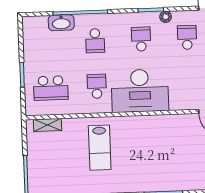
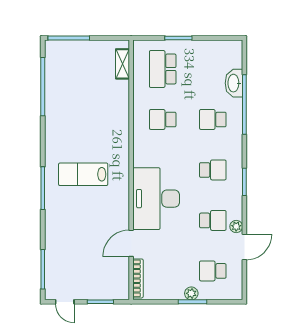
plant: (166, 17) -> (236, 227), moved
school desk: (97, 86) -> (163, 119), turned 180
desk: (140, 91) -> (156, 199), moved
lab bench: (100, 148) -> (83, 174), moved

